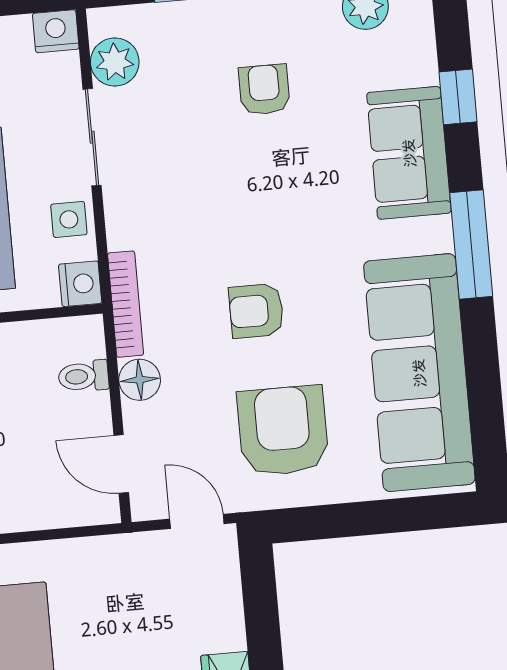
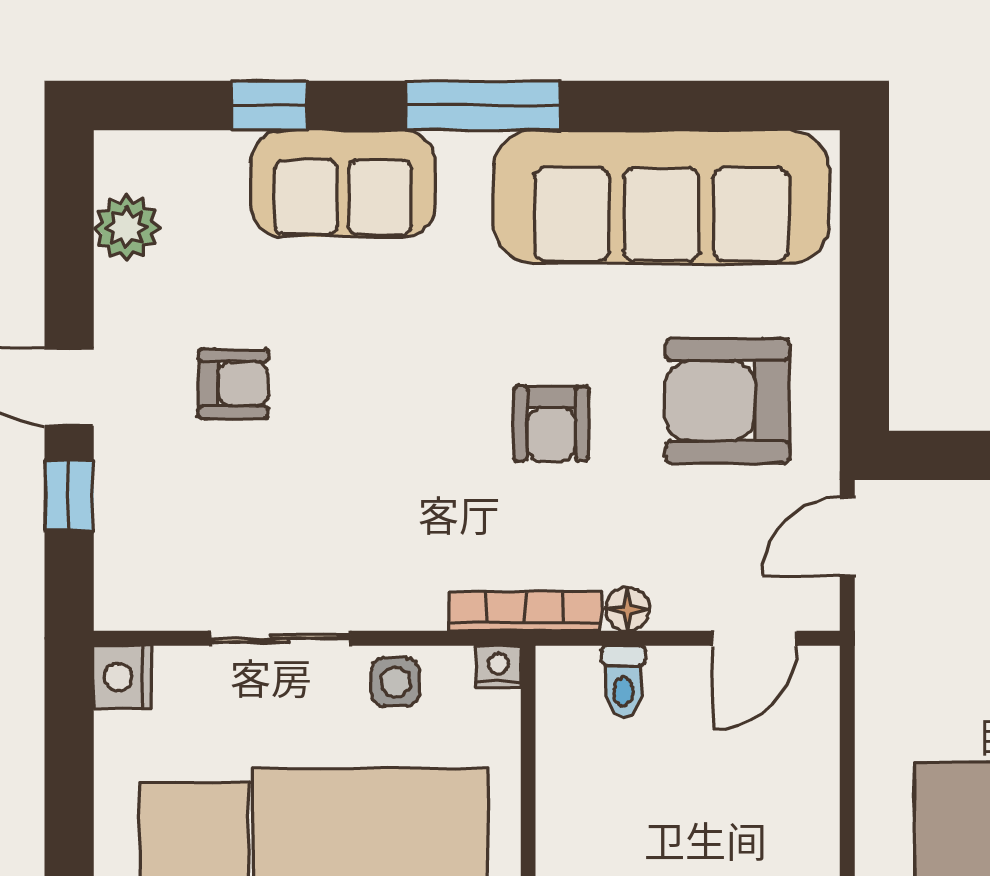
plant: (115, 62) -> (174, 596), removed
armchair: (264, 90) -> (233, 384), turned 180
nightstand: (80, 284) -> (498, 667), width x0.72, depth x0.74
floor lamp: (140, 380) -> (628, 609), width x0.73, depth x0.73

